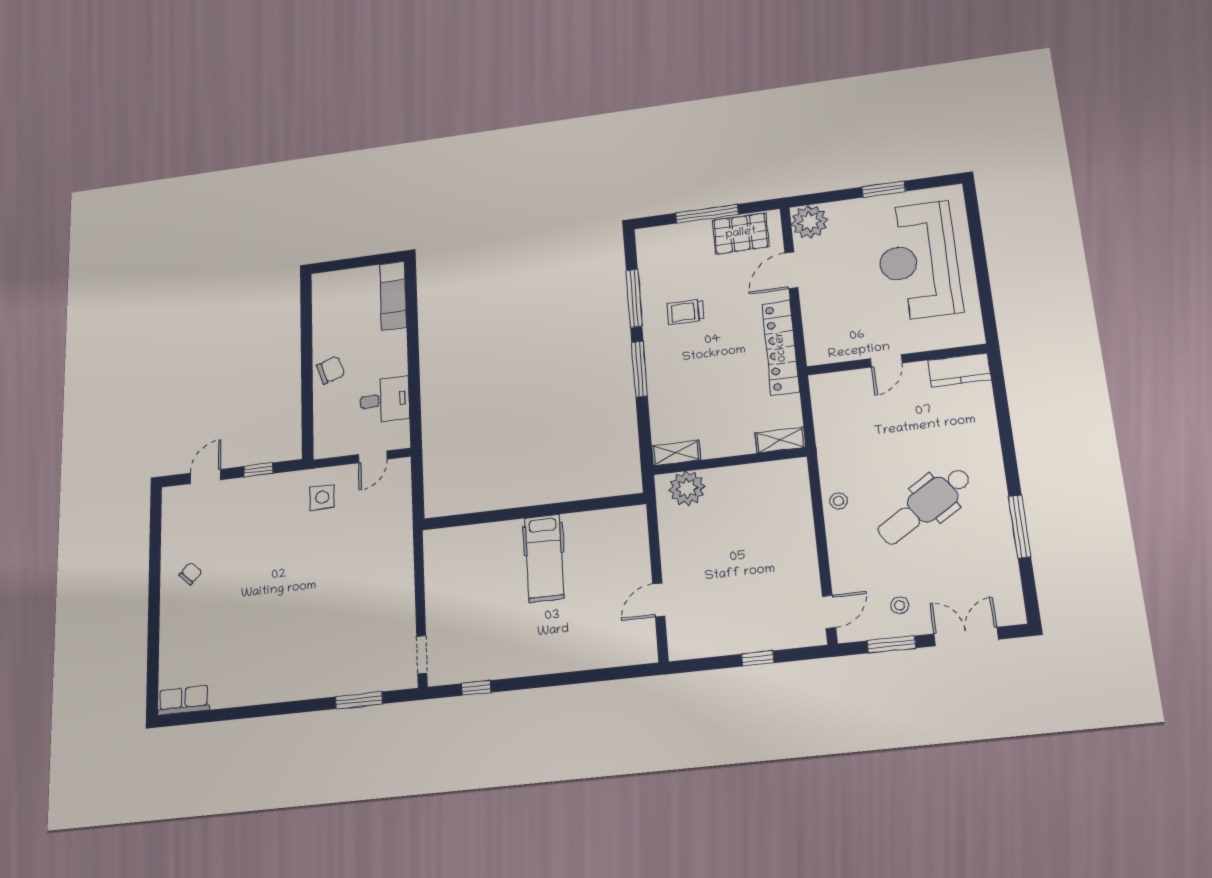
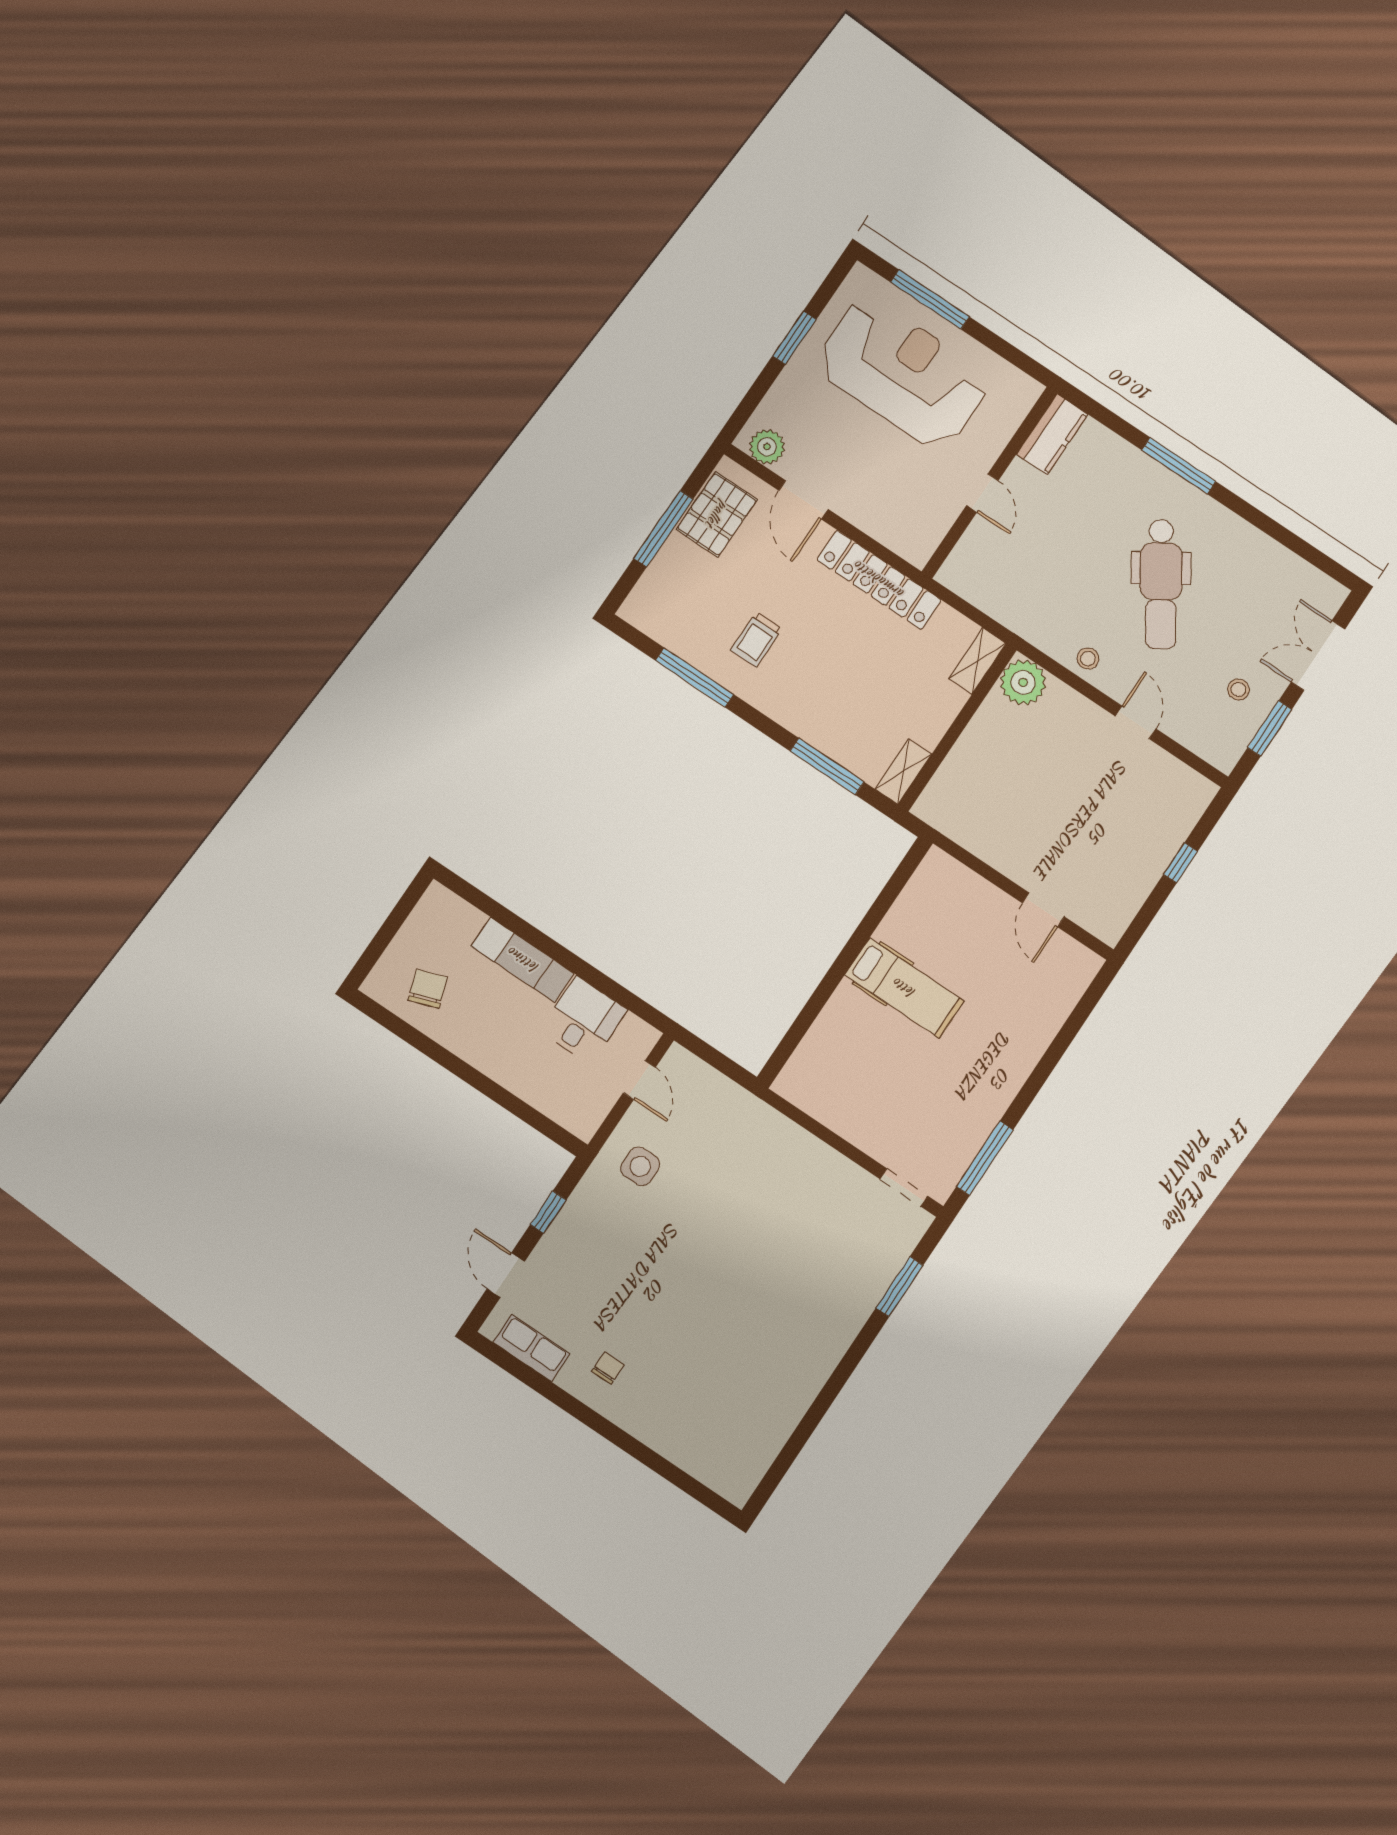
plant: (810, 222) -> (767, 447), width x0.73, depth x0.73
window: (977, 239) -> (930, 299), added
reception desk: (918, 261) -> (903, 373), turned 180
exam couch: (393, 296) -> (523, 960), moved
window: (640, 369) -> (827, 766), moved
chair: (331, 370) -> (428, 989), moved
plant: (687, 488) -> (1023, 682), moved
window: (1020, 527) -> (1179, 466), moved
chair: (191, 574) -> (608, 1368), turned 46
door: (829, 612) -> (1136, 722), moved
window: (476, 688) -> (985, 1158), width x2.17
row of seats: (184, 700) -> (532, 1348), moved, turned 90

